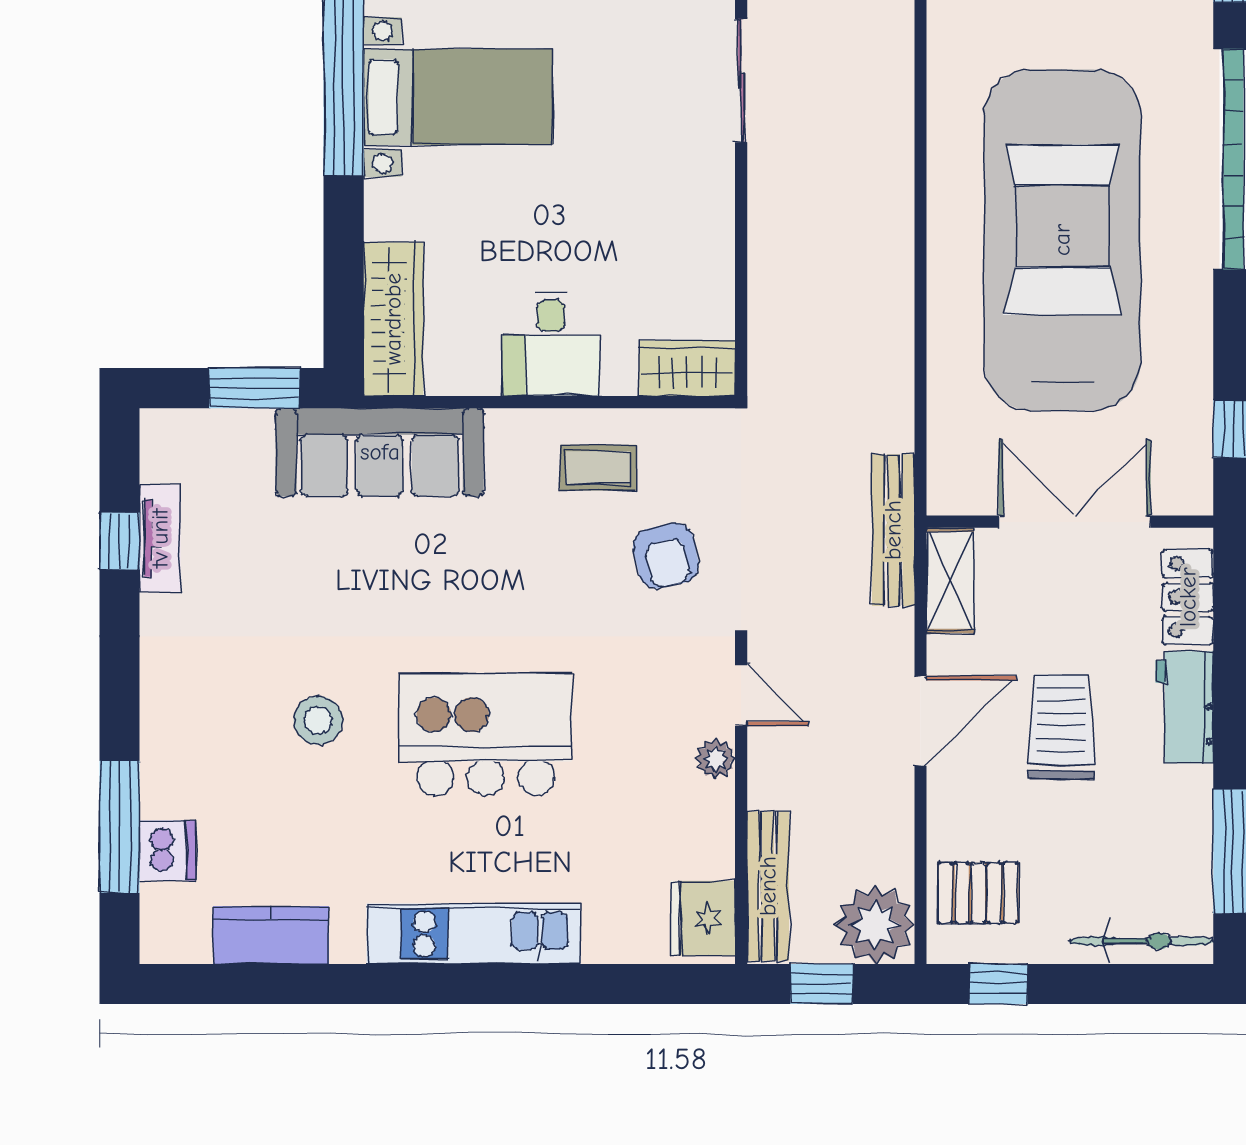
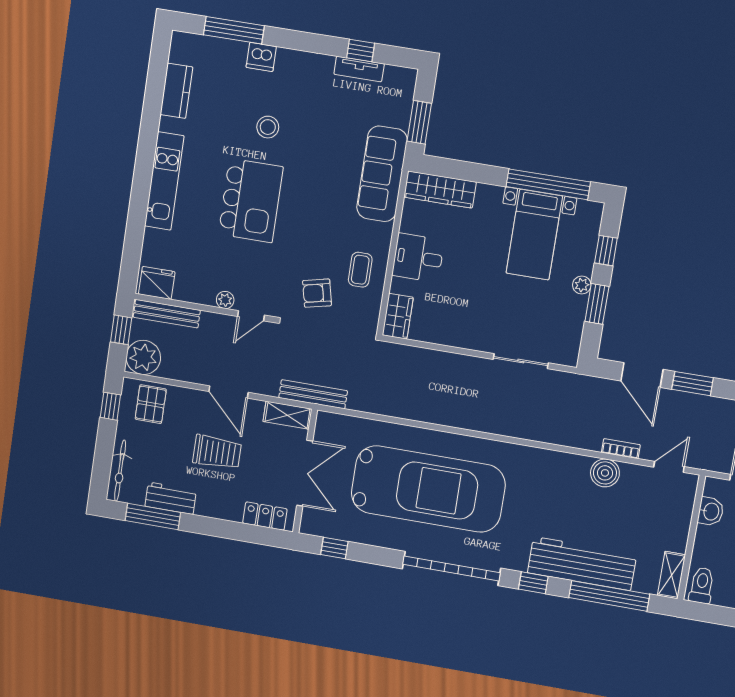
workbench: (1185, 707) -> (171, 498), moved
dishwasher: (168, 850) -> (261, 57), moved

